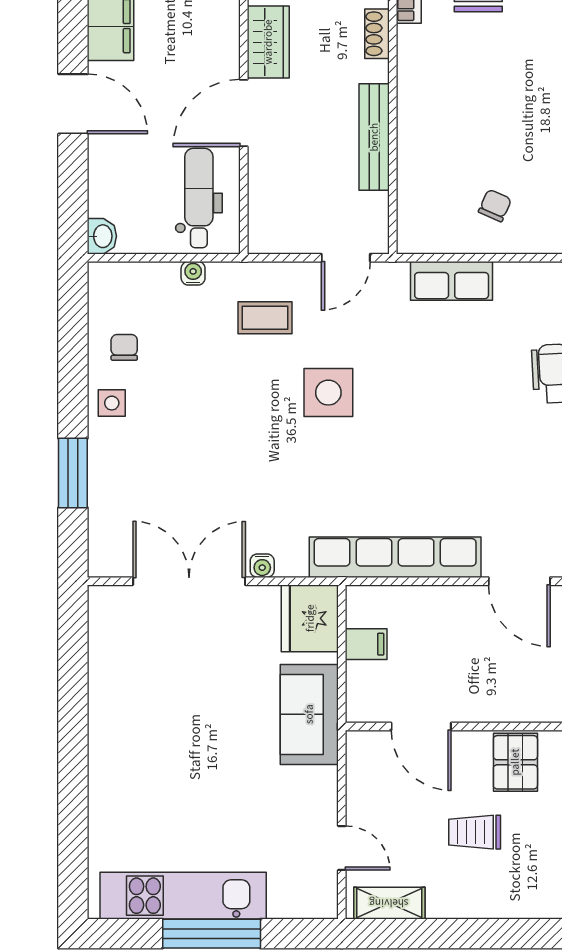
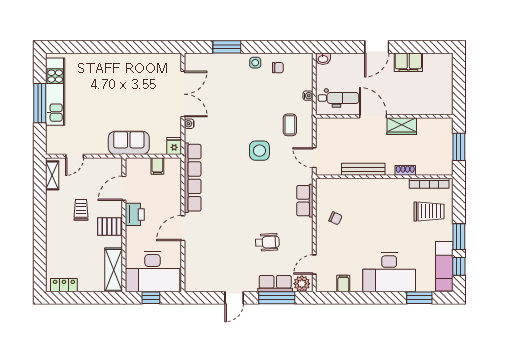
fridge: (310, 618) -> (174, 146), width x0.53, depth x0.75
printer: (486, 700) -> (135, 214), added

